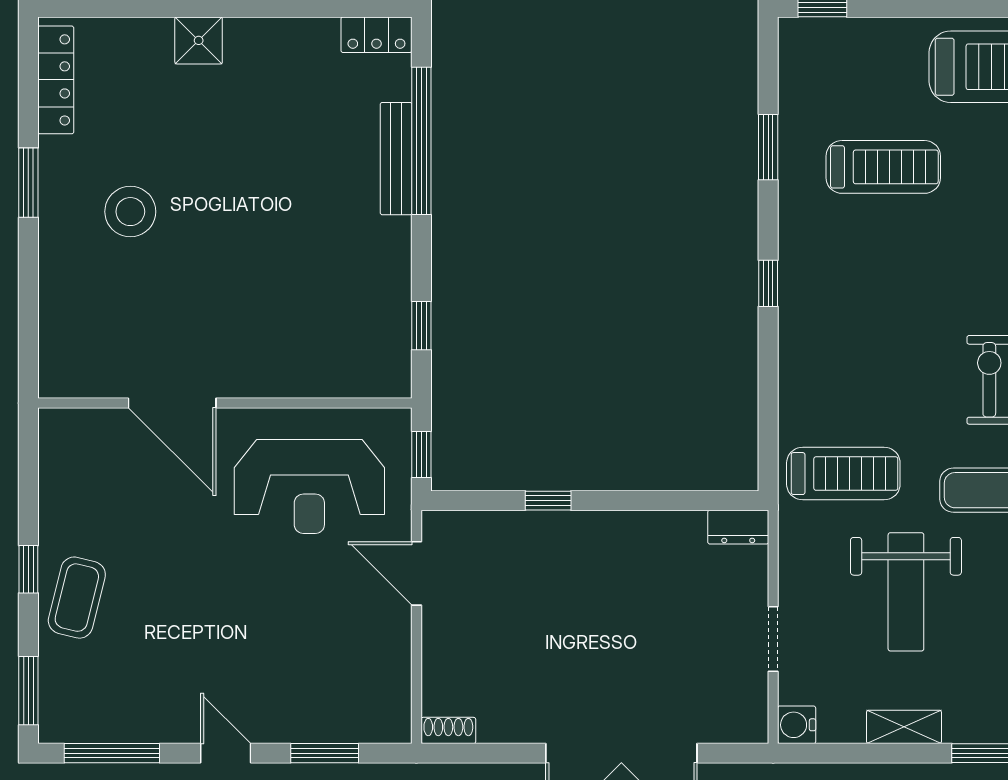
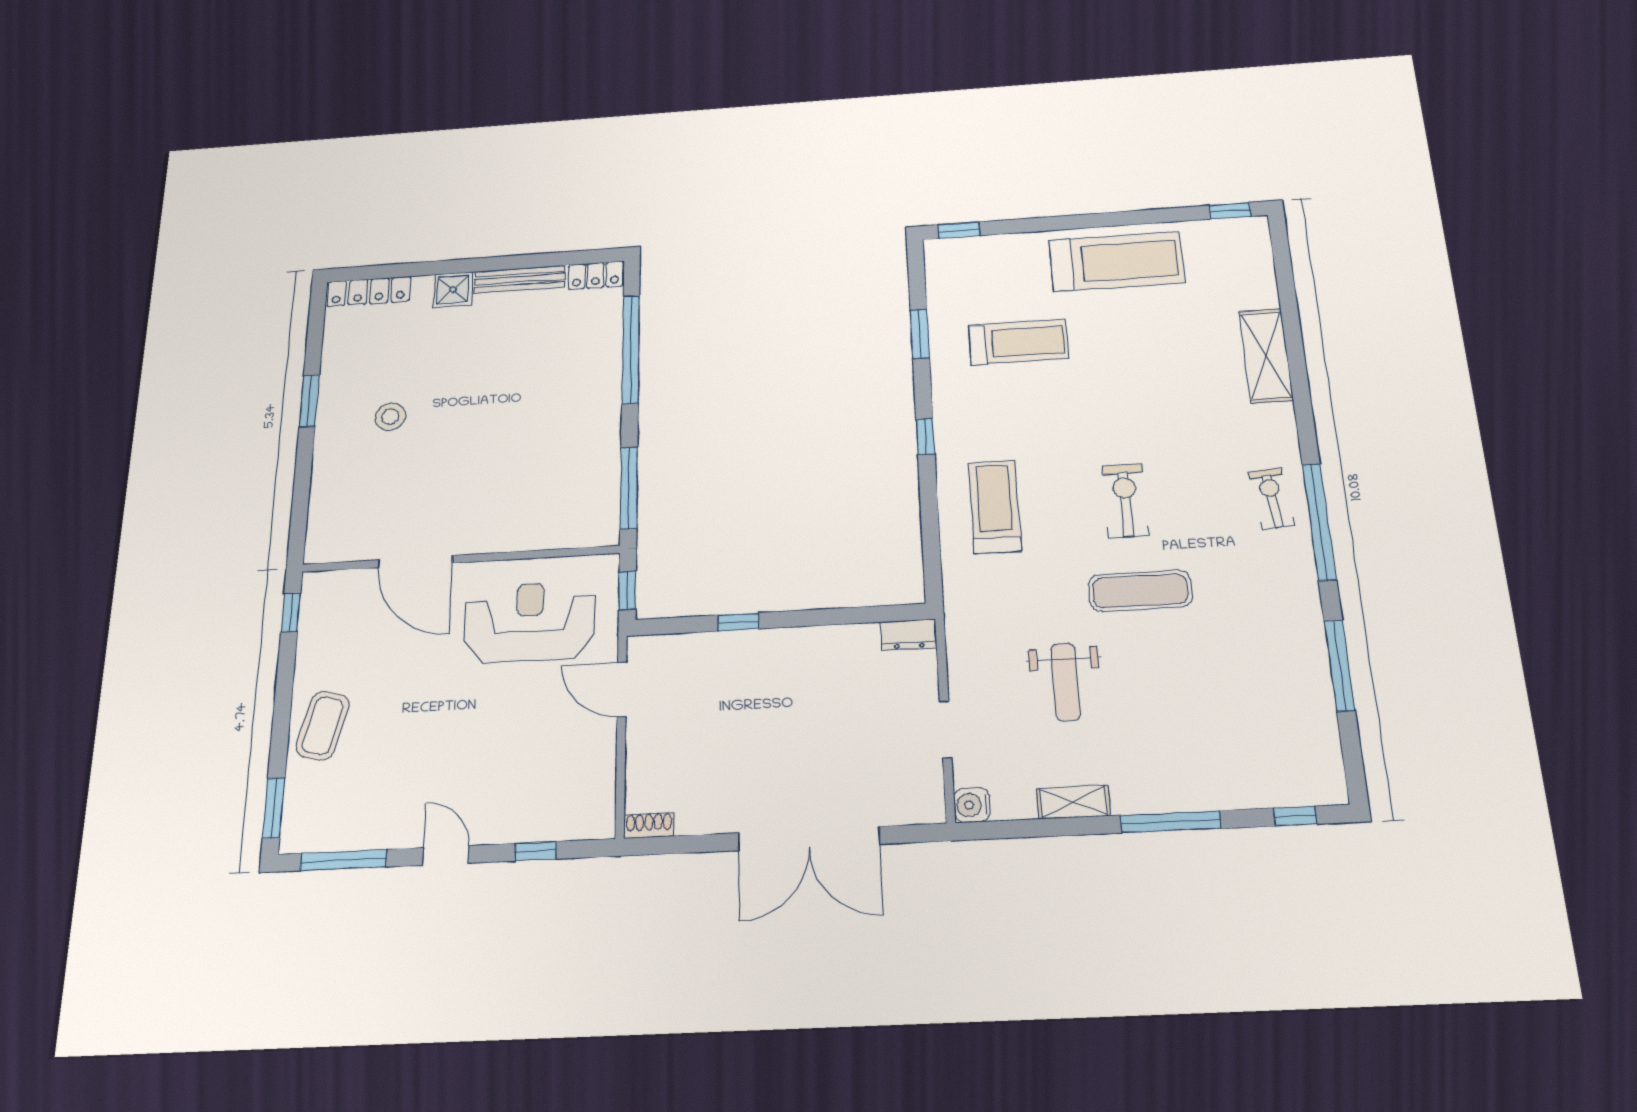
locker: (56, 80) -> (369, 291), moved, turned 90
bench: (396, 159) -> (520, 279), moved, turned 90
stool: (130, 212) -> (390, 417), width x0.73, depth x0.73
window: (421, 326) -> (629, 488), width x2.17
treadmill: (843, 474) -> (995, 507), moved, turned -90
reception desk: (309, 486) -> (530, 622), turned 180
window: (28, 569) -> (291, 612), moved
weight bench: (906, 592) -> (1066, 682), width x0.73, depth x0.75
window: (325, 753) -> (535, 851), width x0.67

